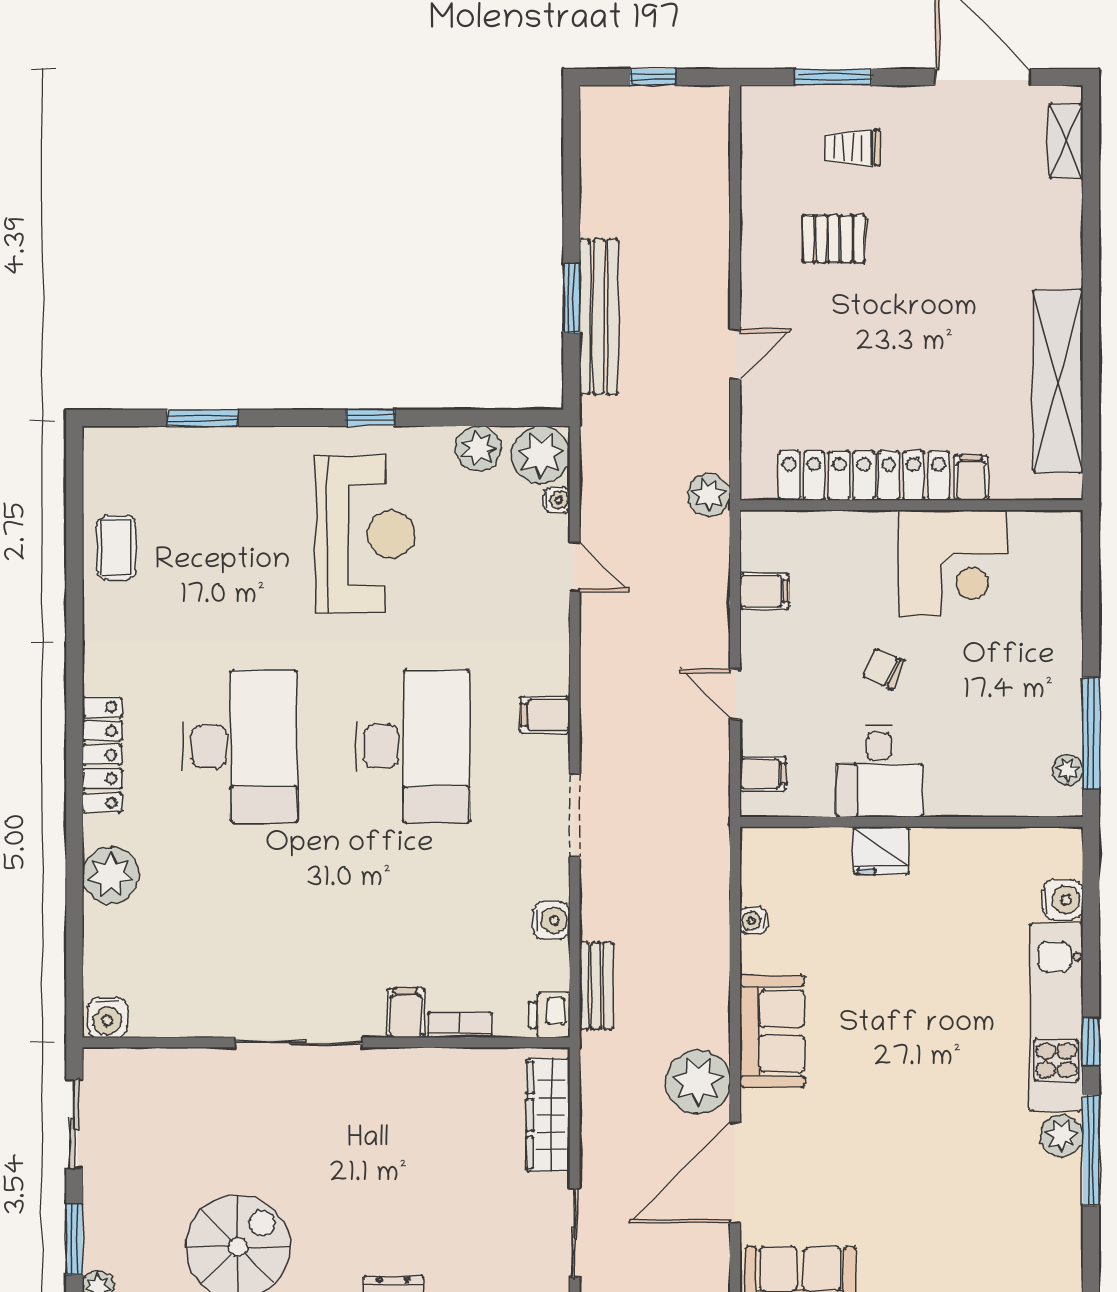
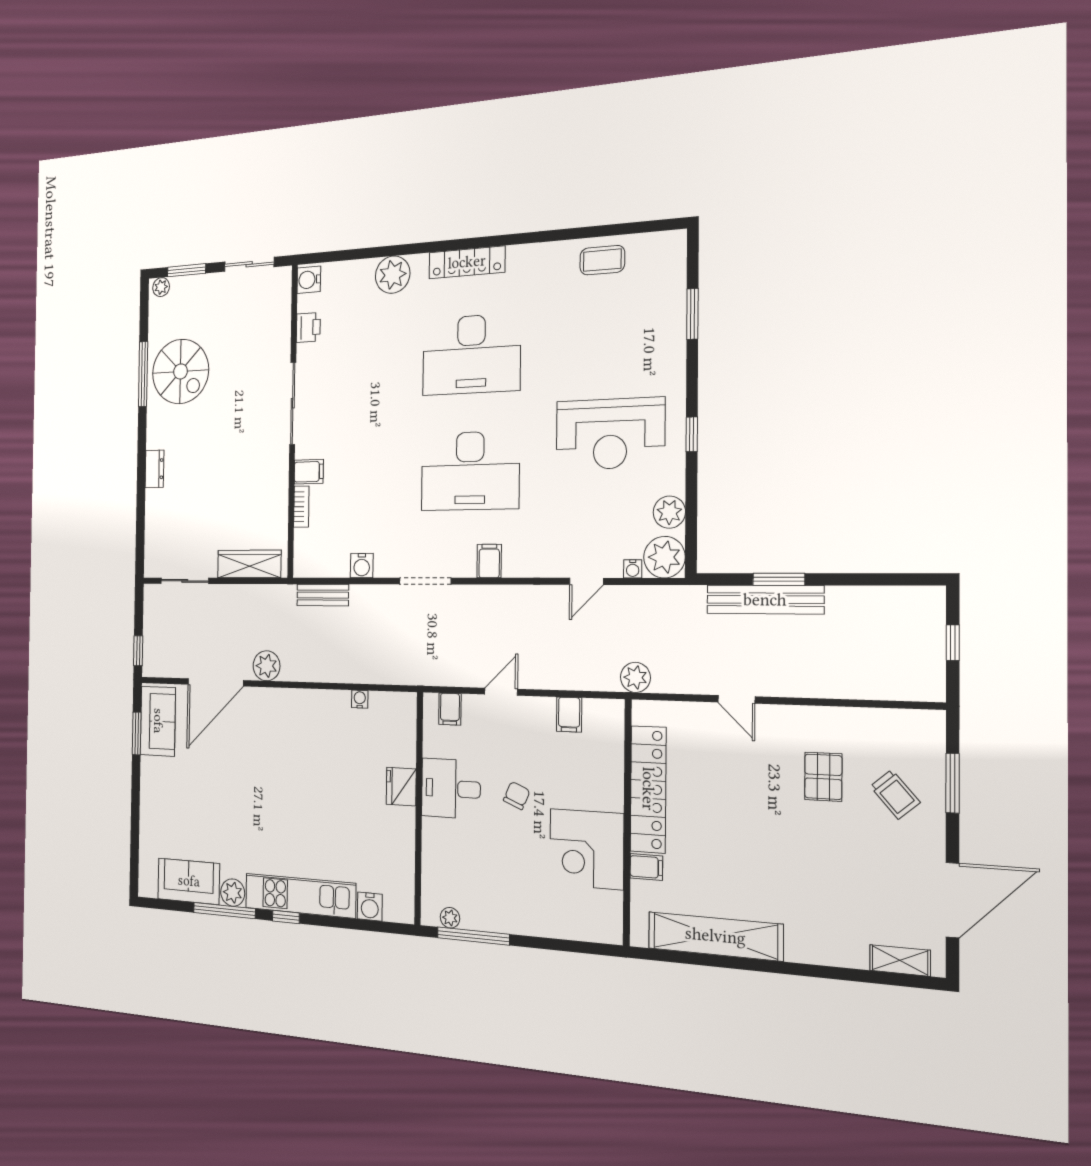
trolley: (852, 148) -> (895, 794), turned 139
printer: (549, 1015) -> (308, 327), moved, turned 90
sofa: (772, 1031) -> (189, 881), moved, turned 180
plant: (698, 1082) -> (267, 666), width x0.73, depth x0.73
door: (735, 1173) -> (216, 682), swing flipped

